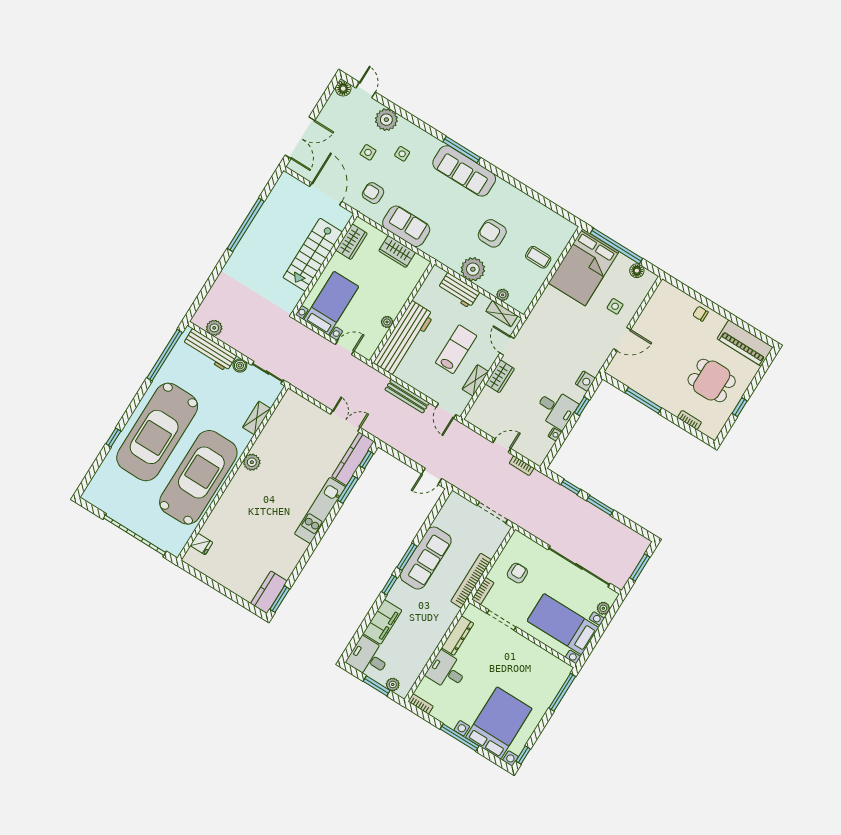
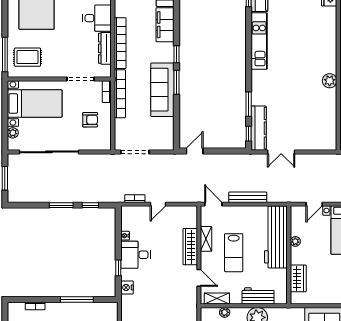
wardrobe: (397, 252) -> (298, 278), moved, turned 90
wardrobe: (500, 376) -> (190, 247), width x1.50
kitchen unit: (320, 511) -> (259, 41), moved
armchair: (517, 573) -> (90, 120), turned -90
bookcase: (439, 631) -> (120, 43), added
rug: (541, 675) -> (27, 57), added

